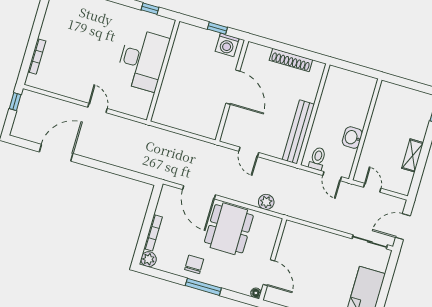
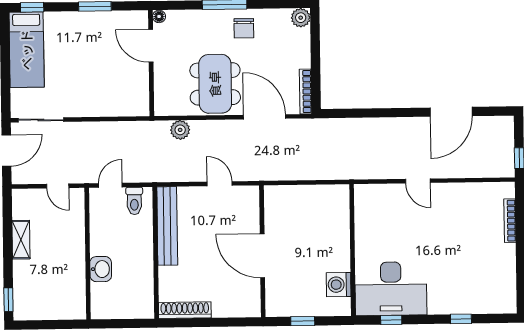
washing machine: (227, 45) -> (339, 285), moved, turned -90
desk: (142, 60) -> (391, 289), moved, turned -90
shoe rack: (291, 60) -> (185, 310), moved
washbasin: (352, 138) -> (101, 269), moved
door: (332, 176) -> (110, 185), hinge flipped
bookcase: (153, 233) -> (305, 92), moved

